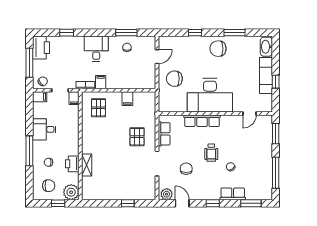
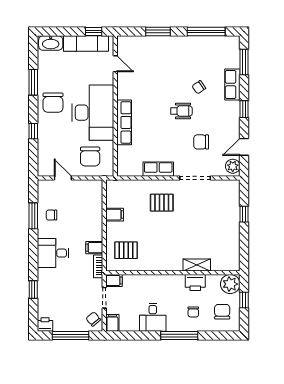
printer: (41, 48) -> (45, 325), width x0.53, depth x0.68
desk: (210, 95) -> (93, 113), moved
wall: (215, 114) -> (115, 106), moved
door: (250, 114) -> (115, 64), moved
row of seats: (202, 121) -> (124, 122), moved

